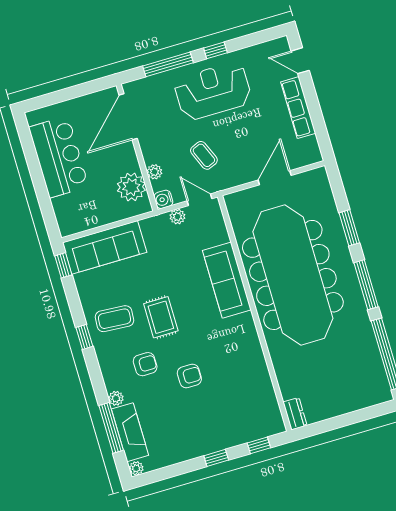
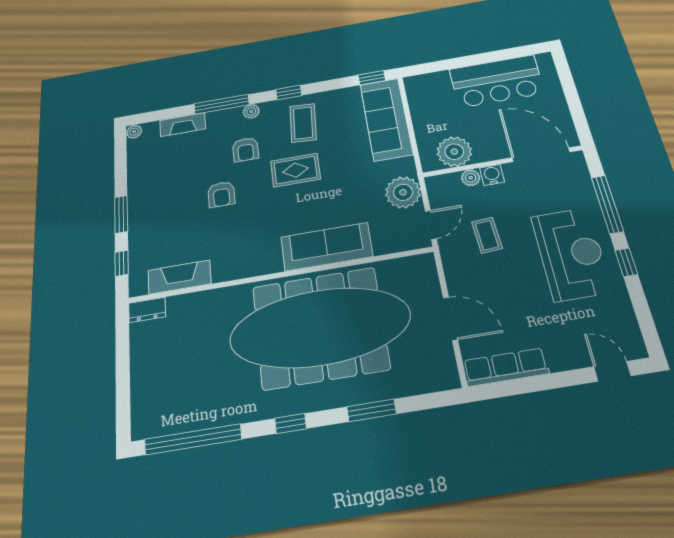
door: (300, 61) -> (612, 371), hinge flipped
row of seats: (298, 108) -> (506, 367), moved
coffee table: (204, 155) -> (487, 235), turned -71
water cooler: (163, 199) -> (492, 175), moved
plant: (177, 217) -> (403, 192), width x1.87, depth x1.87
window: (366, 285) -> (291, 423), width x0.46
fireplace: (265, 394) -> (179, 277), added
plant: (116, 398) -> (251, 111), moved
window: (111, 428) -> (222, 104), moved
fireplace: (130, 432) -> (183, 125), width x0.73, depth x0.76
window: (216, 458) -> (121, 214), width x1.50

